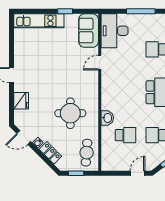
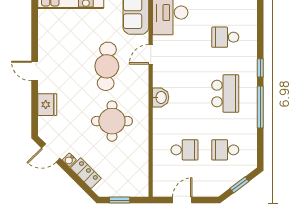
washbasin: (107, 118) -> (161, 97), moved
cafe table: (87, 153) -> (107, 66), moved, width x1.37, depth x1.35
door: (137, 173) -> (182, 200), moved

